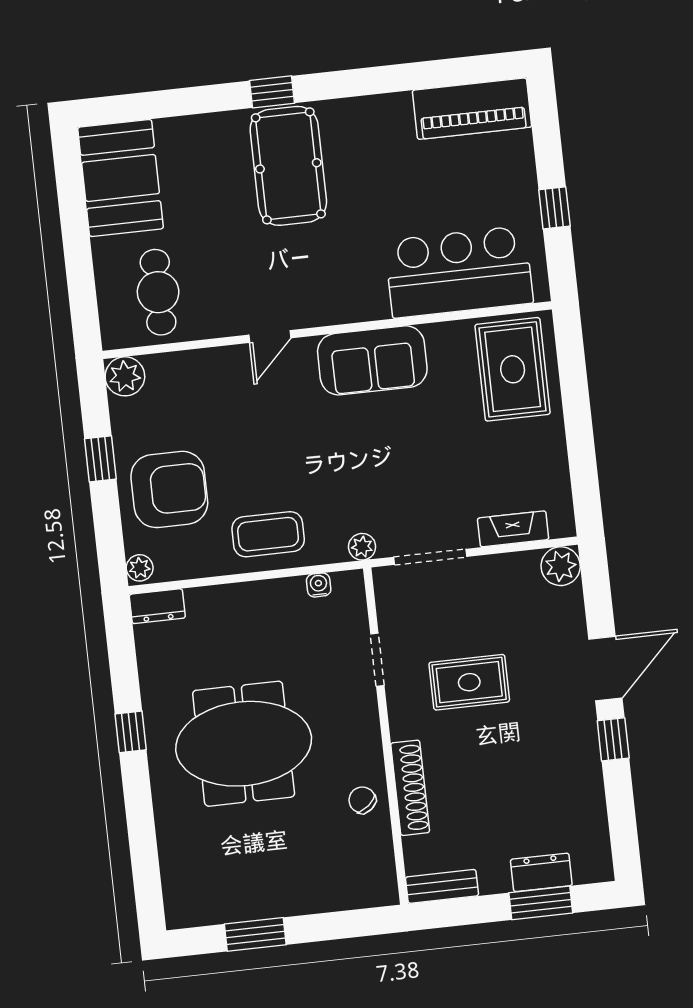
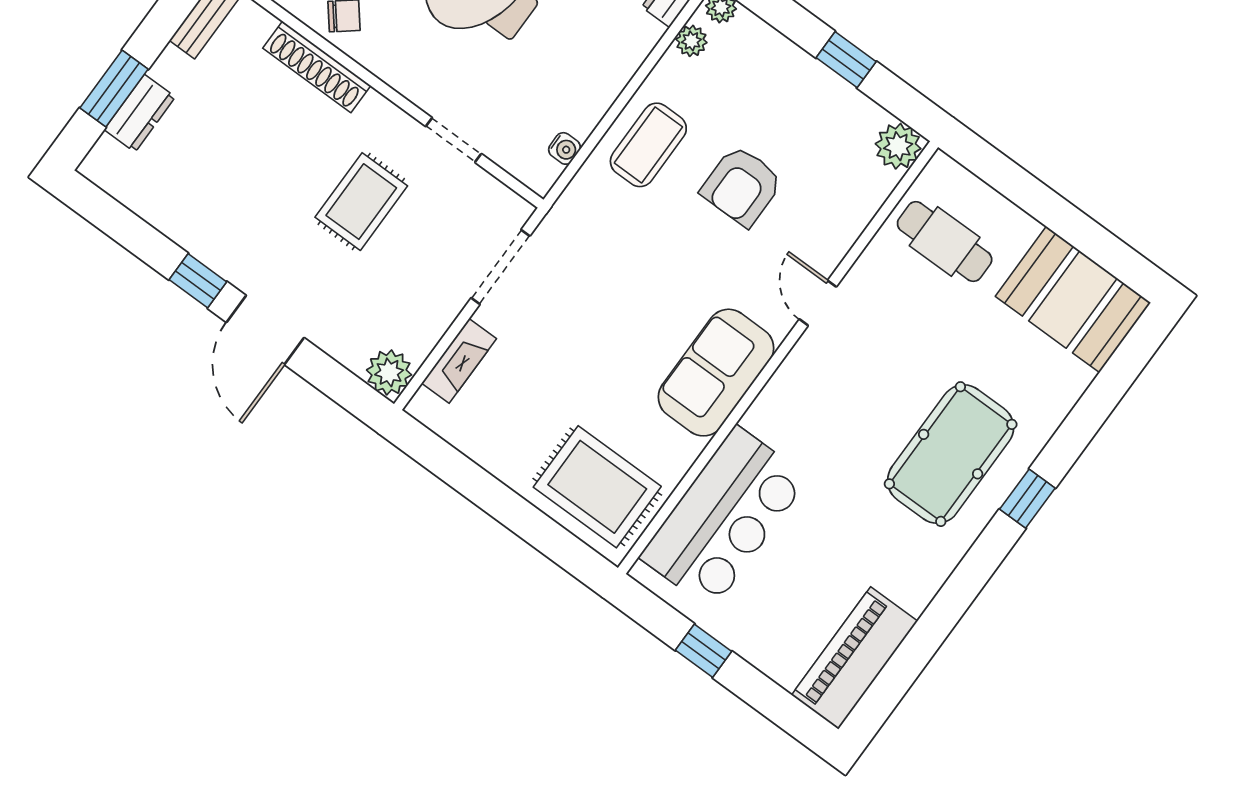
pool table: (288, 166) -> (951, 454), turned 90
armchair: (169, 489) -> (742, 186), moved, width x0.73, depth x0.73
plant: (362, 547) -> (691, 41), moved

